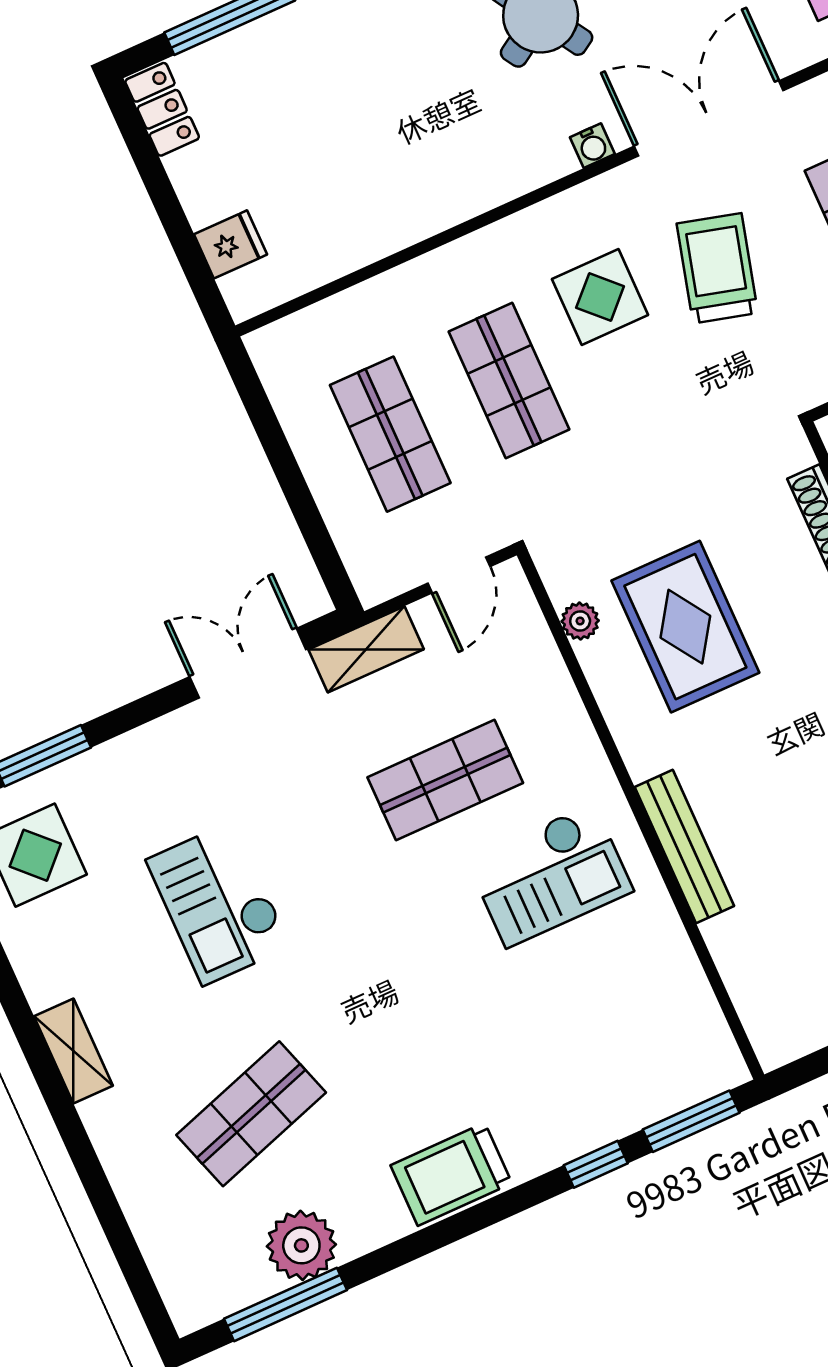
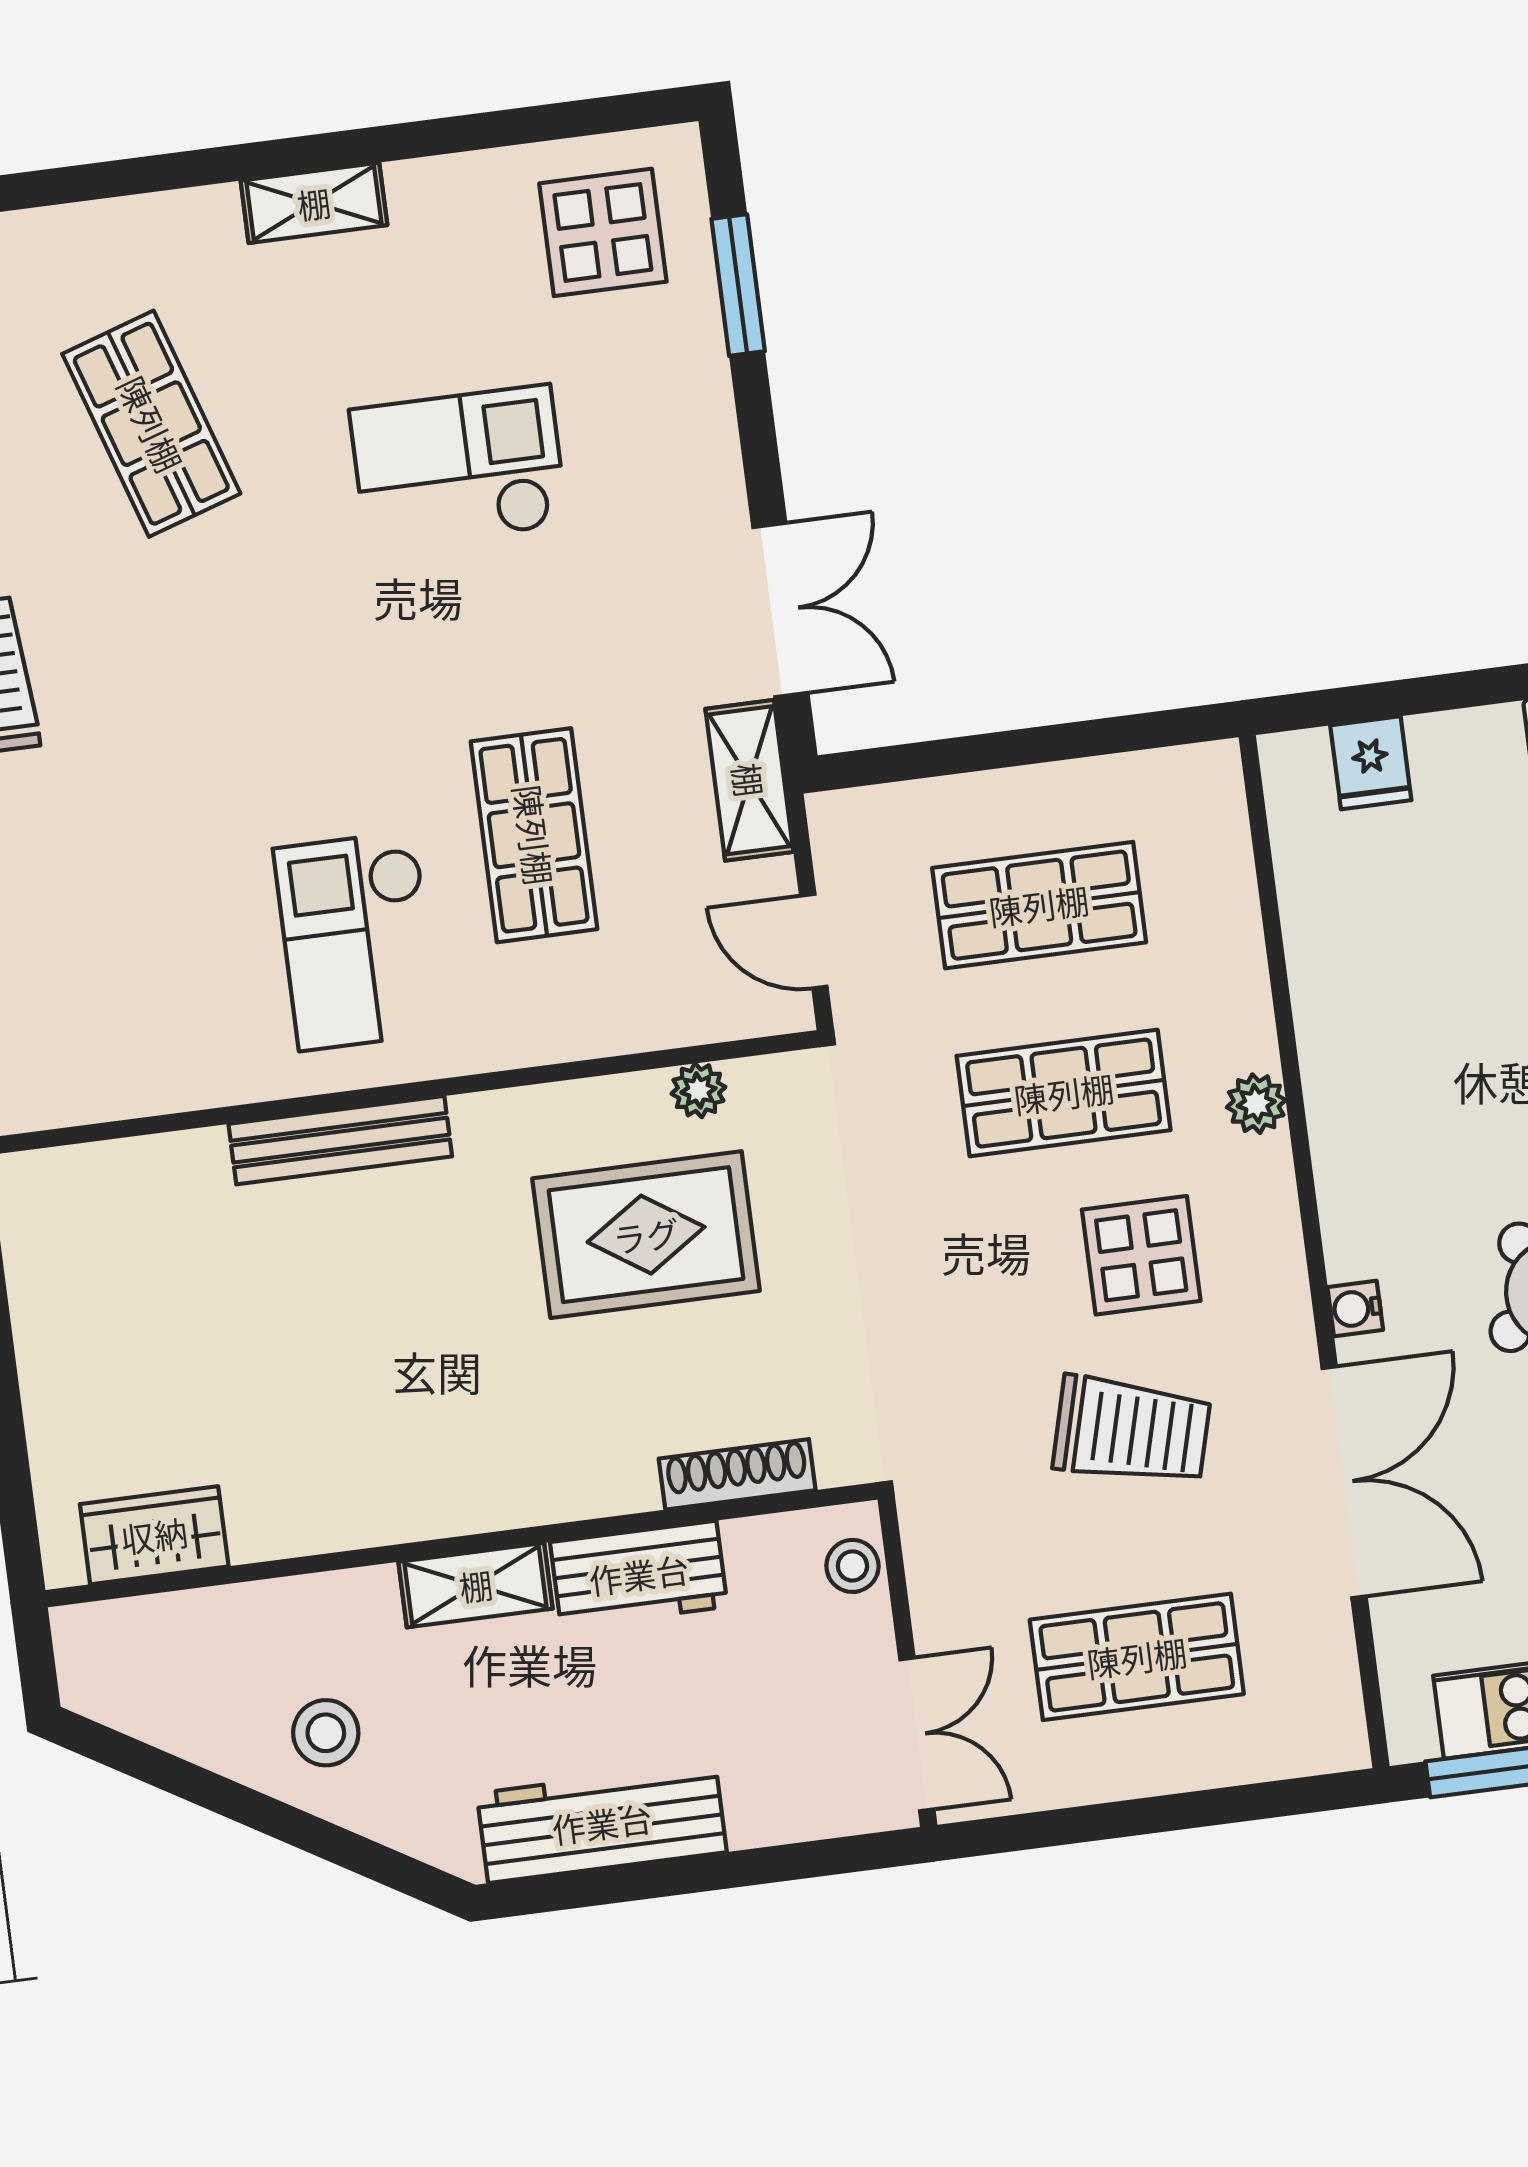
plant: (477, 252) -> (1256, 1104), added

